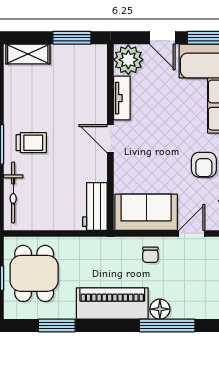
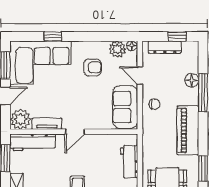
workbench: (95, 77) -> (33, 142), added
workbench: (95, 207) -> (129, 162), moved, turned 90
floor lamp: (160, 309) -> (192, 80), moved

